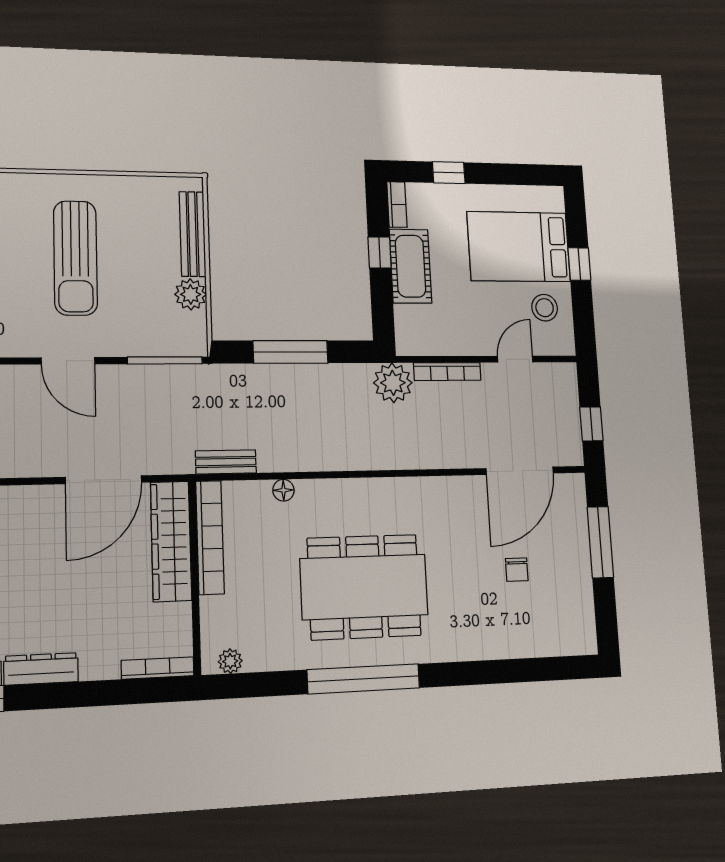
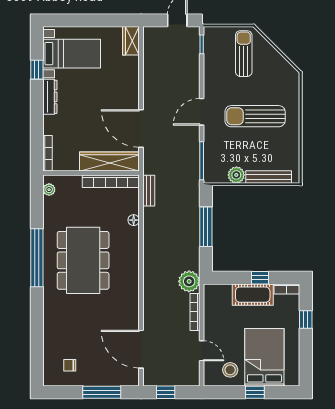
chair: (517, 570) -> (70, 365), moved

